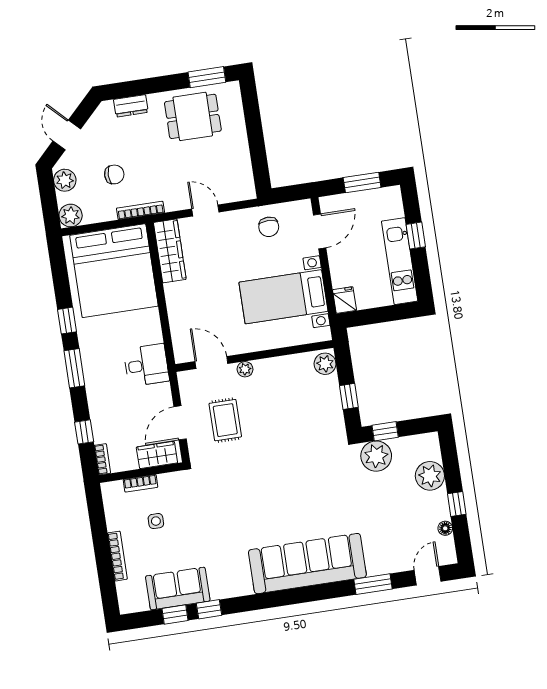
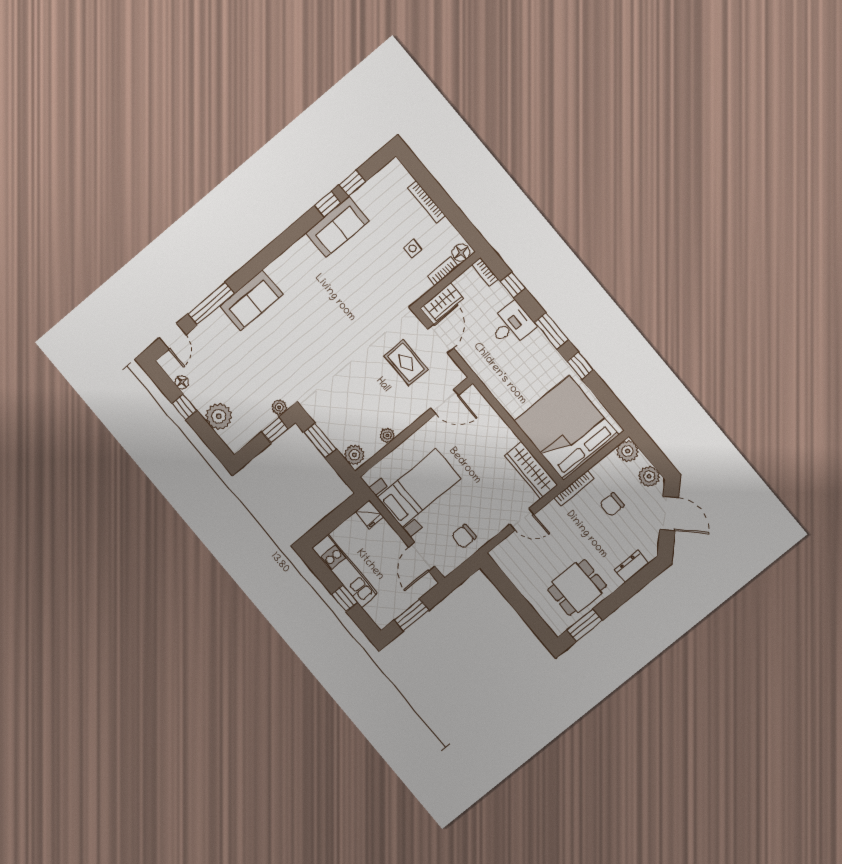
door: (67, 135) -> (669, 513), width x1.38
chair: (269, 227) -> (464, 536), turned -90
desk: (146, 365) -> (511, 325), moved, turned 180
plant: (245, 369) -> (387, 435), moved
window: (349, 396) -> (320, 440), width x1.50
plant: (376, 456) -> (279, 407), width x0.53, depth x0.53
floor lamp: (114, 490) -> (461, 253), added
sofa: (307, 564) -> (251, 300), width x0.54, depth x0.79
window: (373, 584) -> (211, 304), width x1.44
sofa: (178, 589) -> (337, 227), moved

